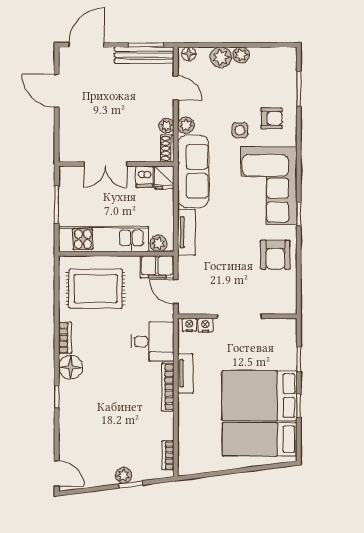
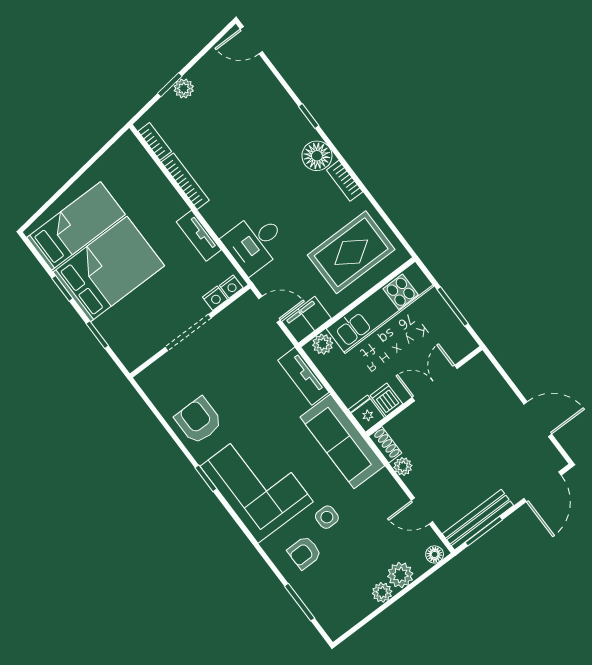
plant: (186, 125) -> (384, 482), removed
bookcase: (168, 387) -> (185, 181), moved

